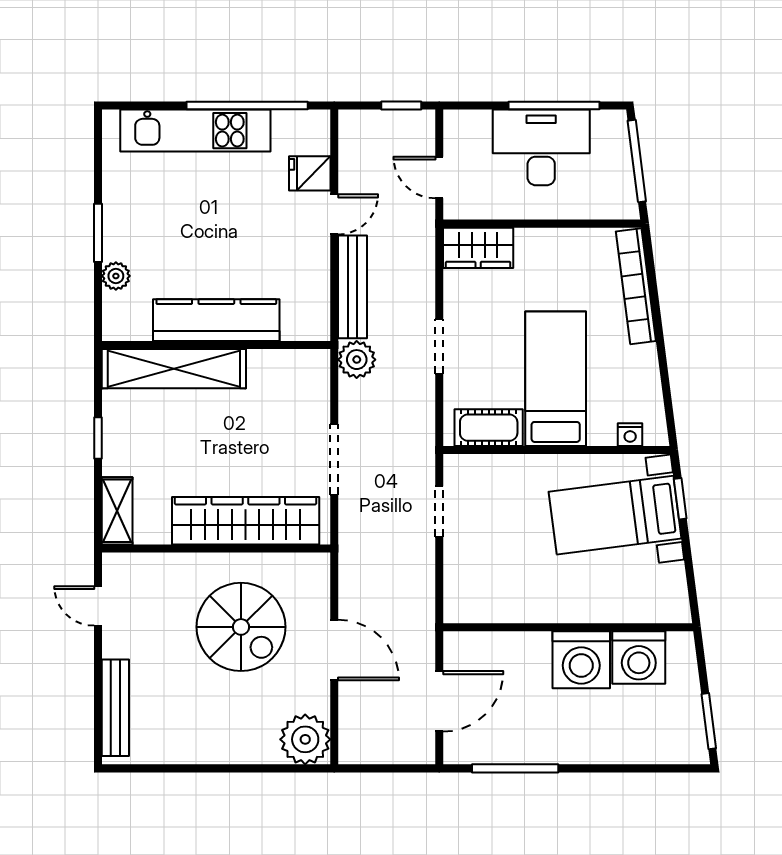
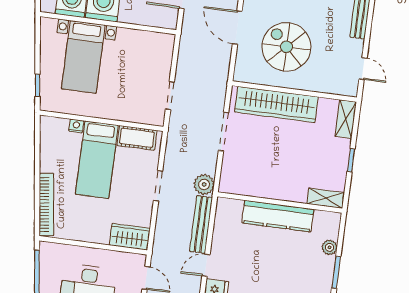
shelving: (174, 369) -> (326, 198), width x0.45, depth x0.75
nightstand: (630, 435) -> (76, 126), moved
bed with nightstands: (615, 515) -> (83, 57), moved, turned 97

